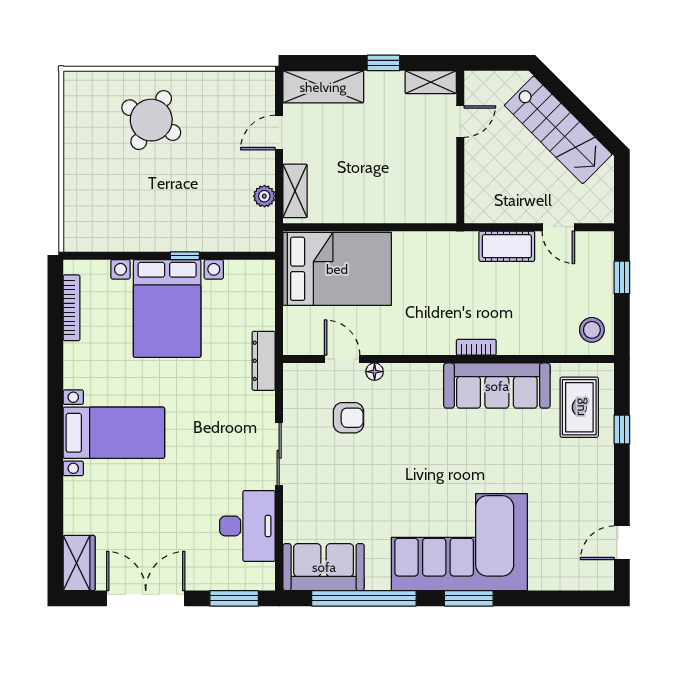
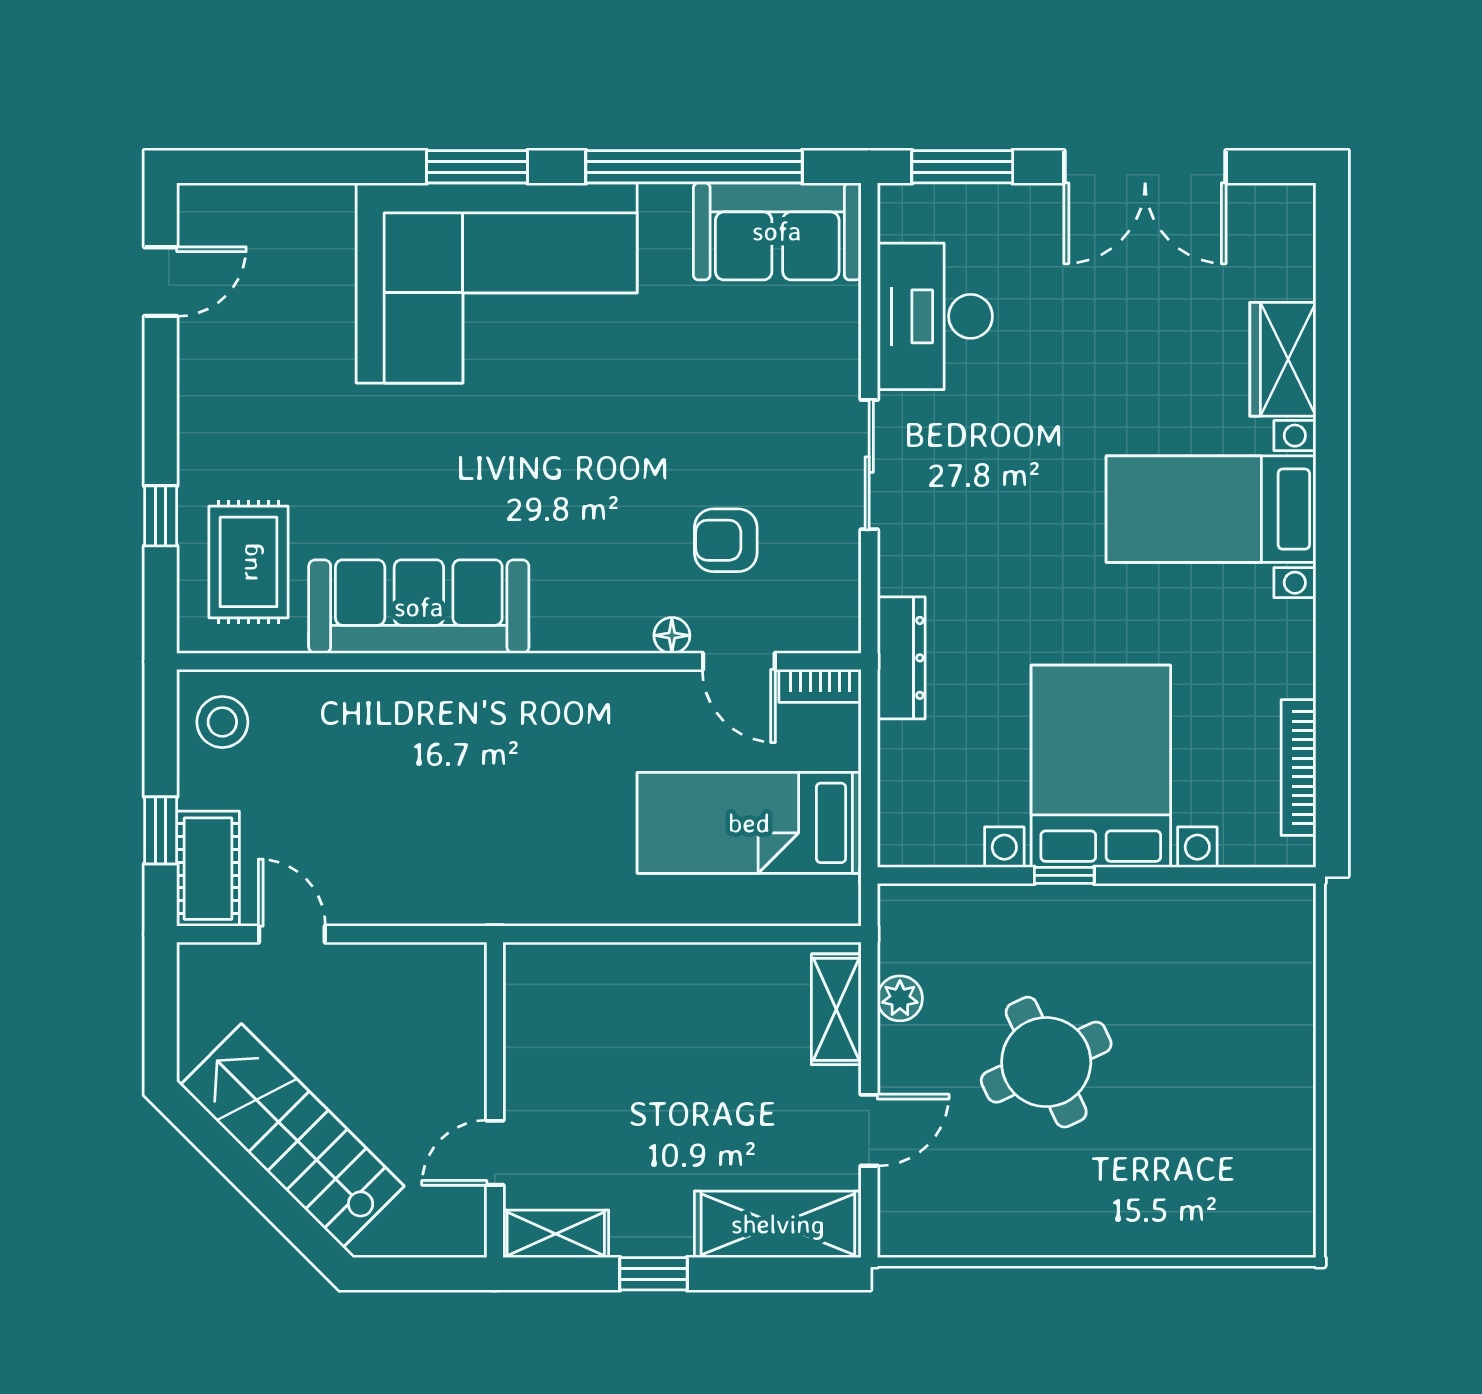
round table: (151, 120) -> (1046, 1062), moved, turned 35
cot: (507, 246) -> (208, 869), moved, turned 90
bed: (337, 269) -> (749, 823), width x0.67
bookcase: (476, 347) -> (820, 686), moved
wardrobe: (79, 563) -> (1283, 359), moved

